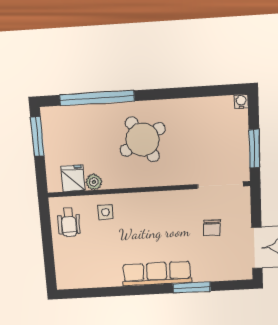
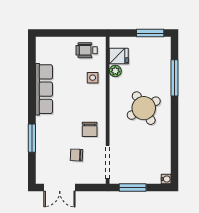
window: (97, 98) -> (175, 78), width x0.68
chair: (176, 212) -> (90, 129), added
row of seats: (157, 274) -> (44, 89), moved

